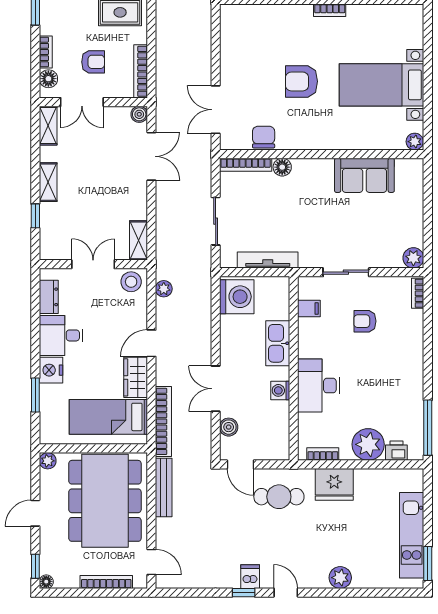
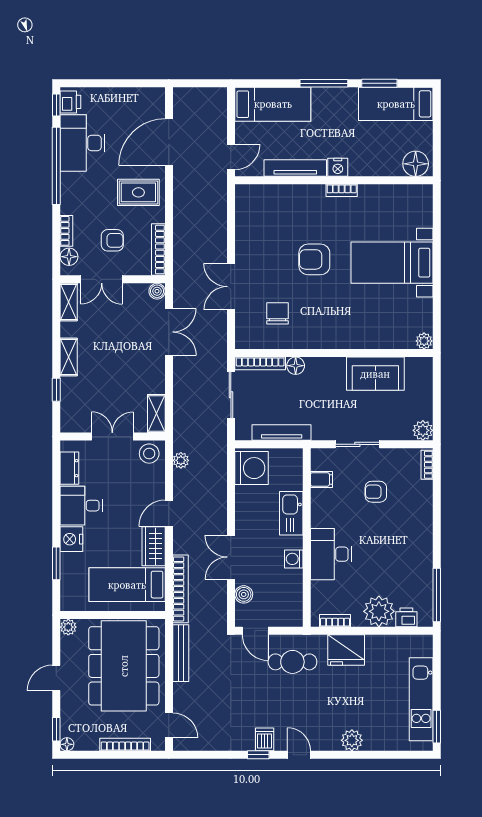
plant: (415, 142) -> (424, 341), moved
wall: (322, 154) -> (334, 353), moved
bookcase: (246, 165) -> (260, 363), moved
floor lamp: (282, 167) -> (296, 366), moved
sofa: (364, 175) -> (375, 374), moved

